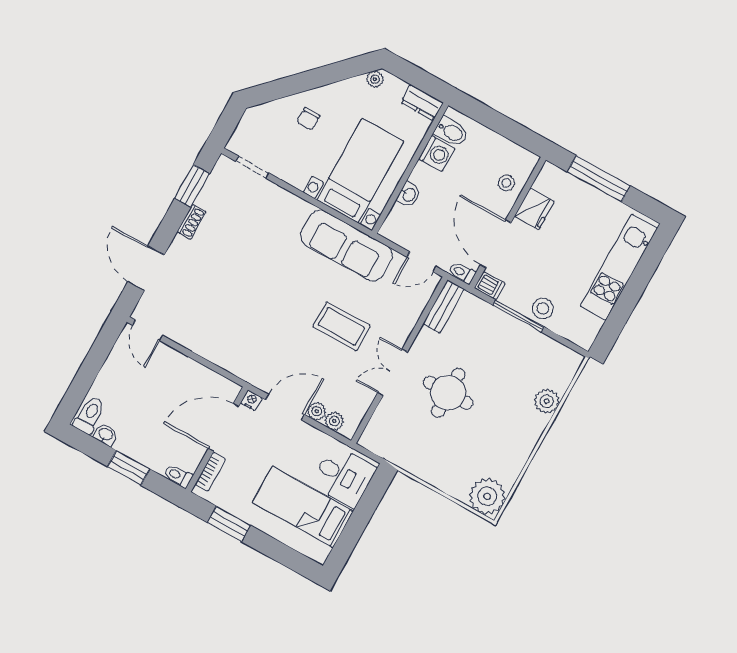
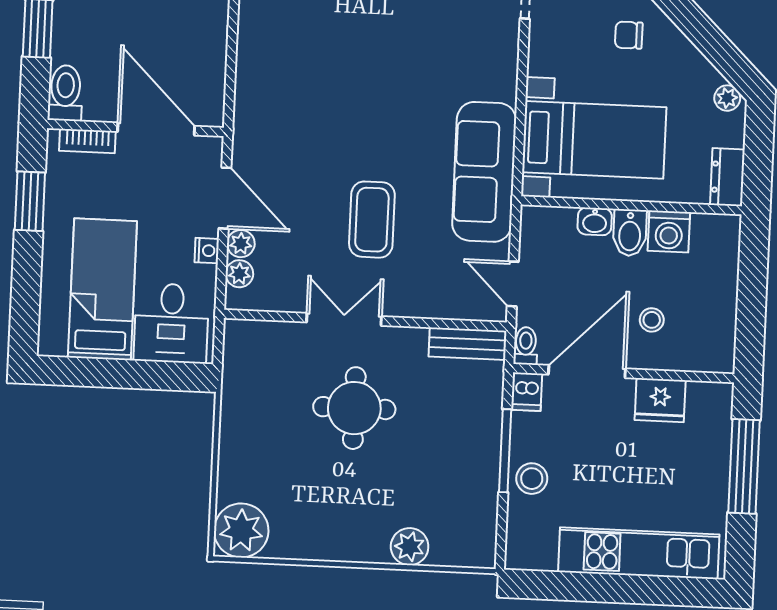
bidet: (451, 132) -> (630, 233), moved
stool: (506, 183) -> (652, 320), moved
nightstand: (251, 400) -> (207, 251), moved
toilet: (178, 476) -> (65, 93), width x1.37, depth x1.39

